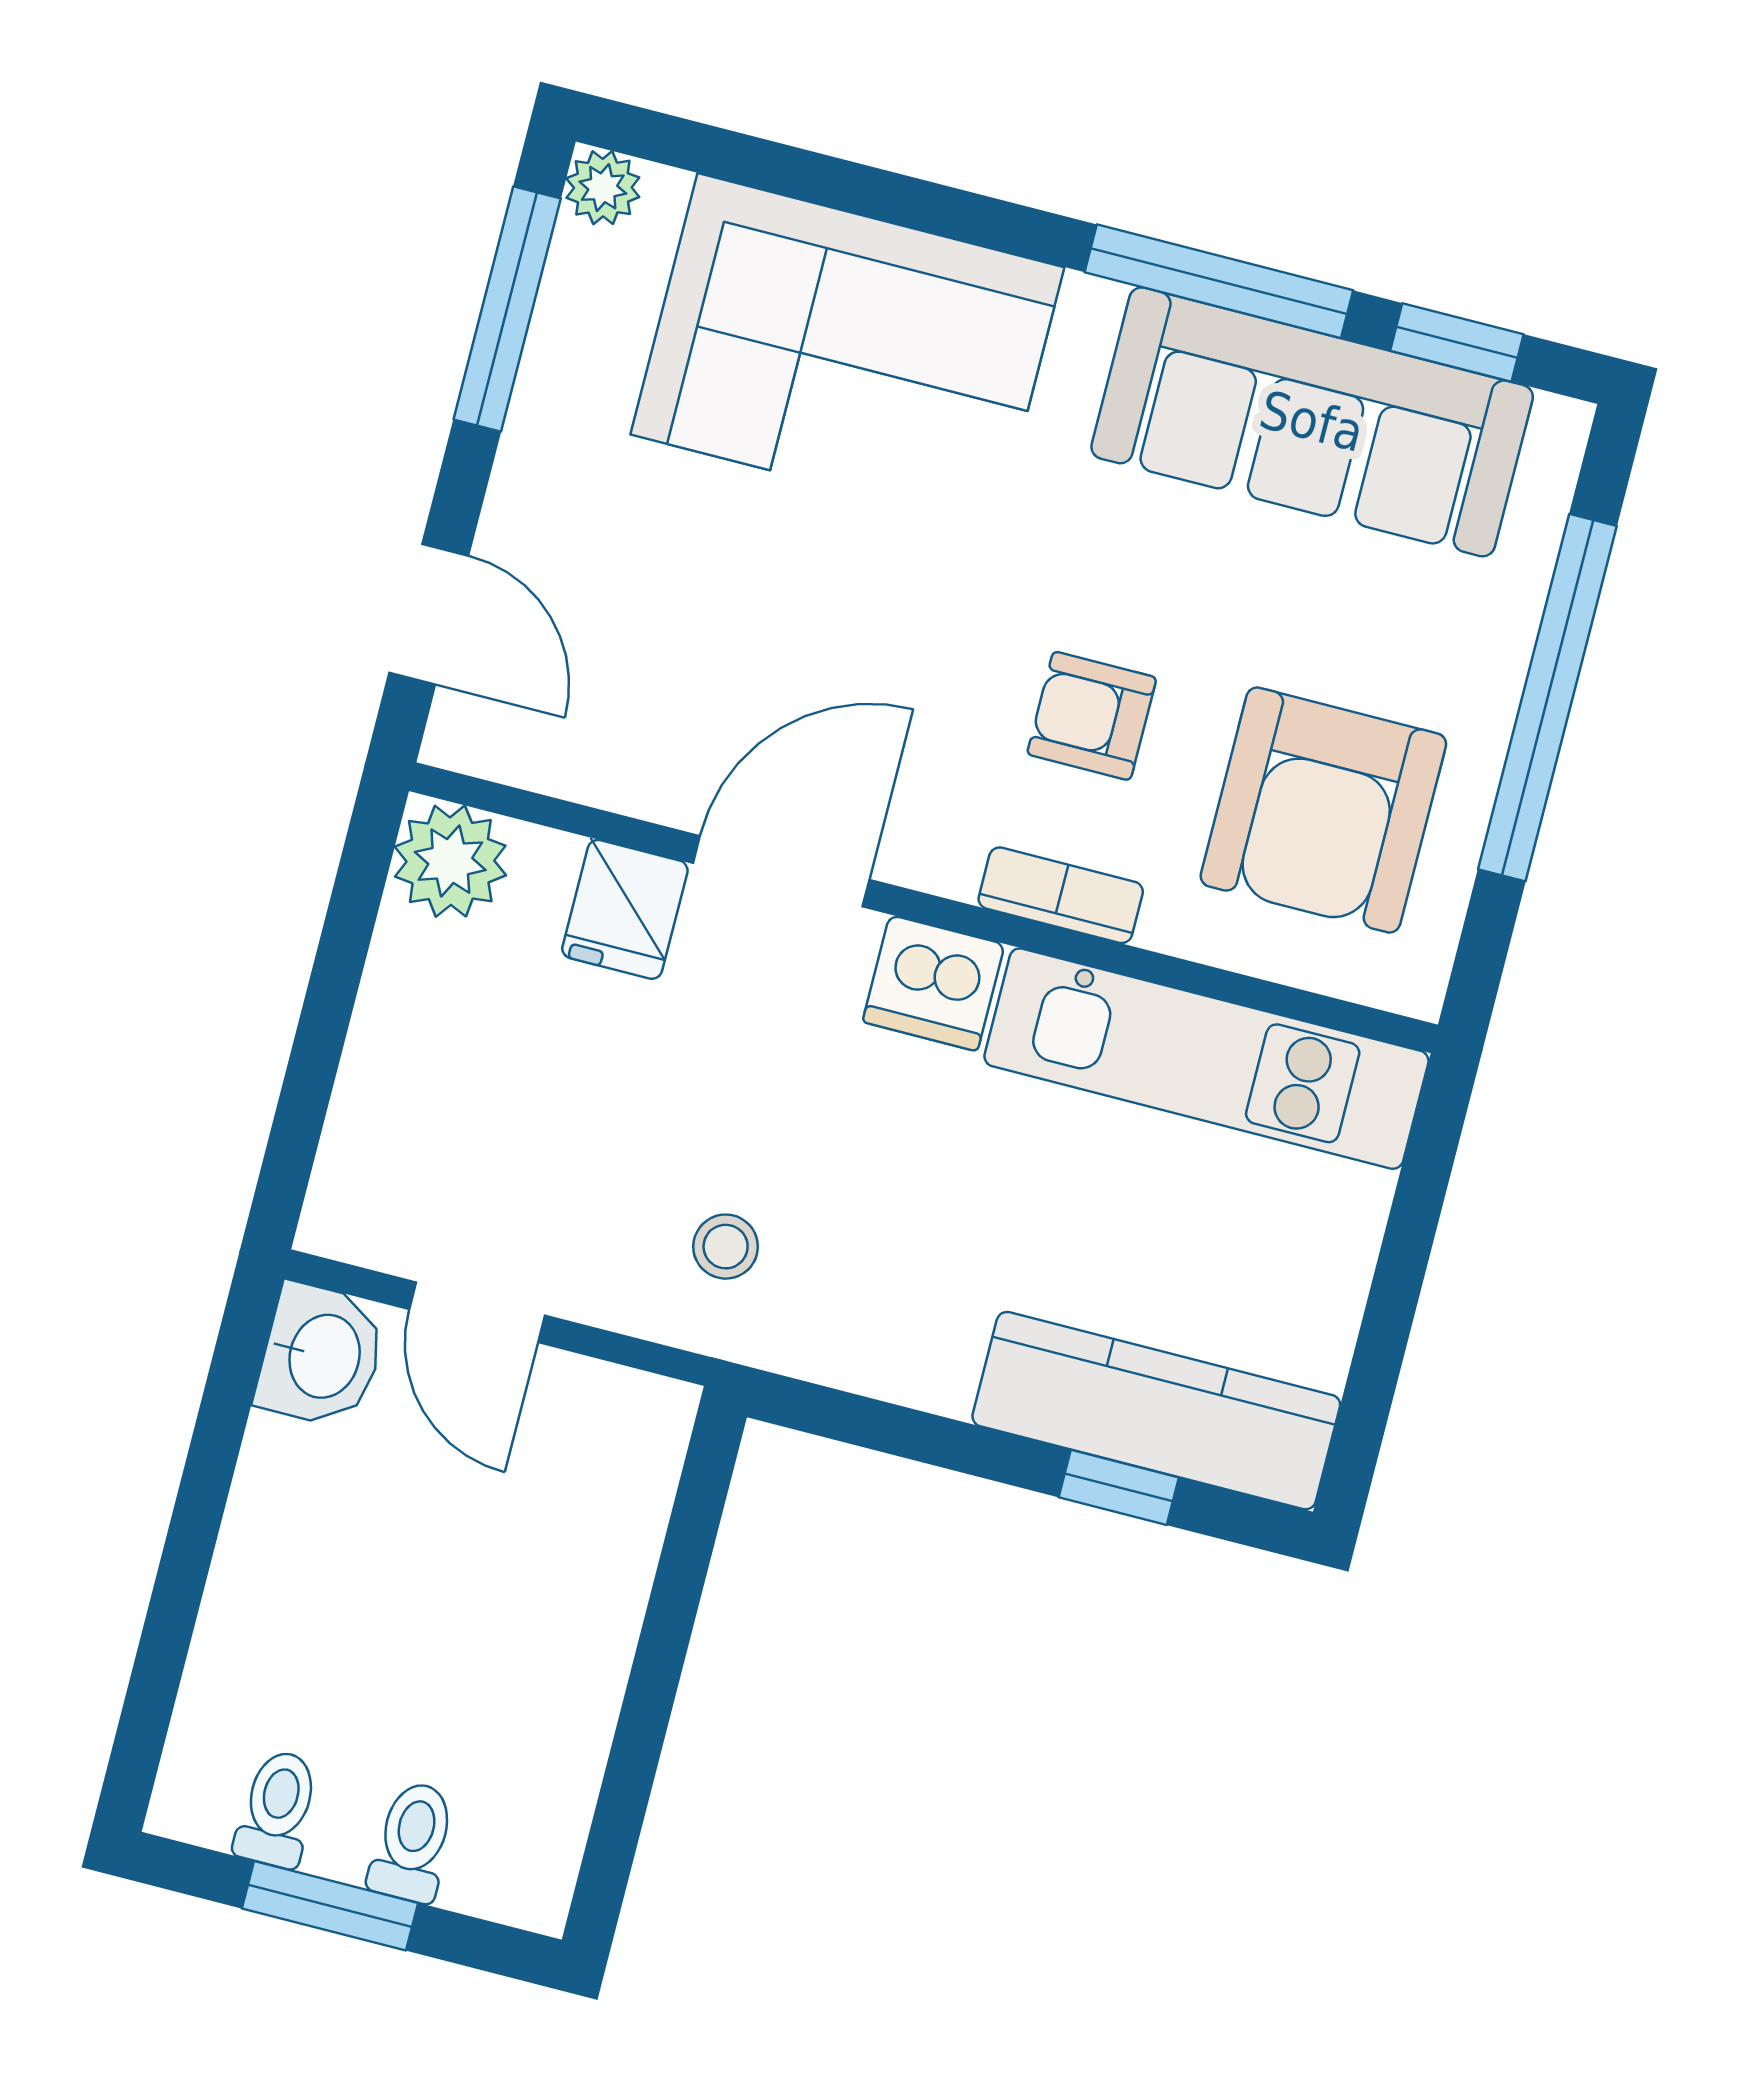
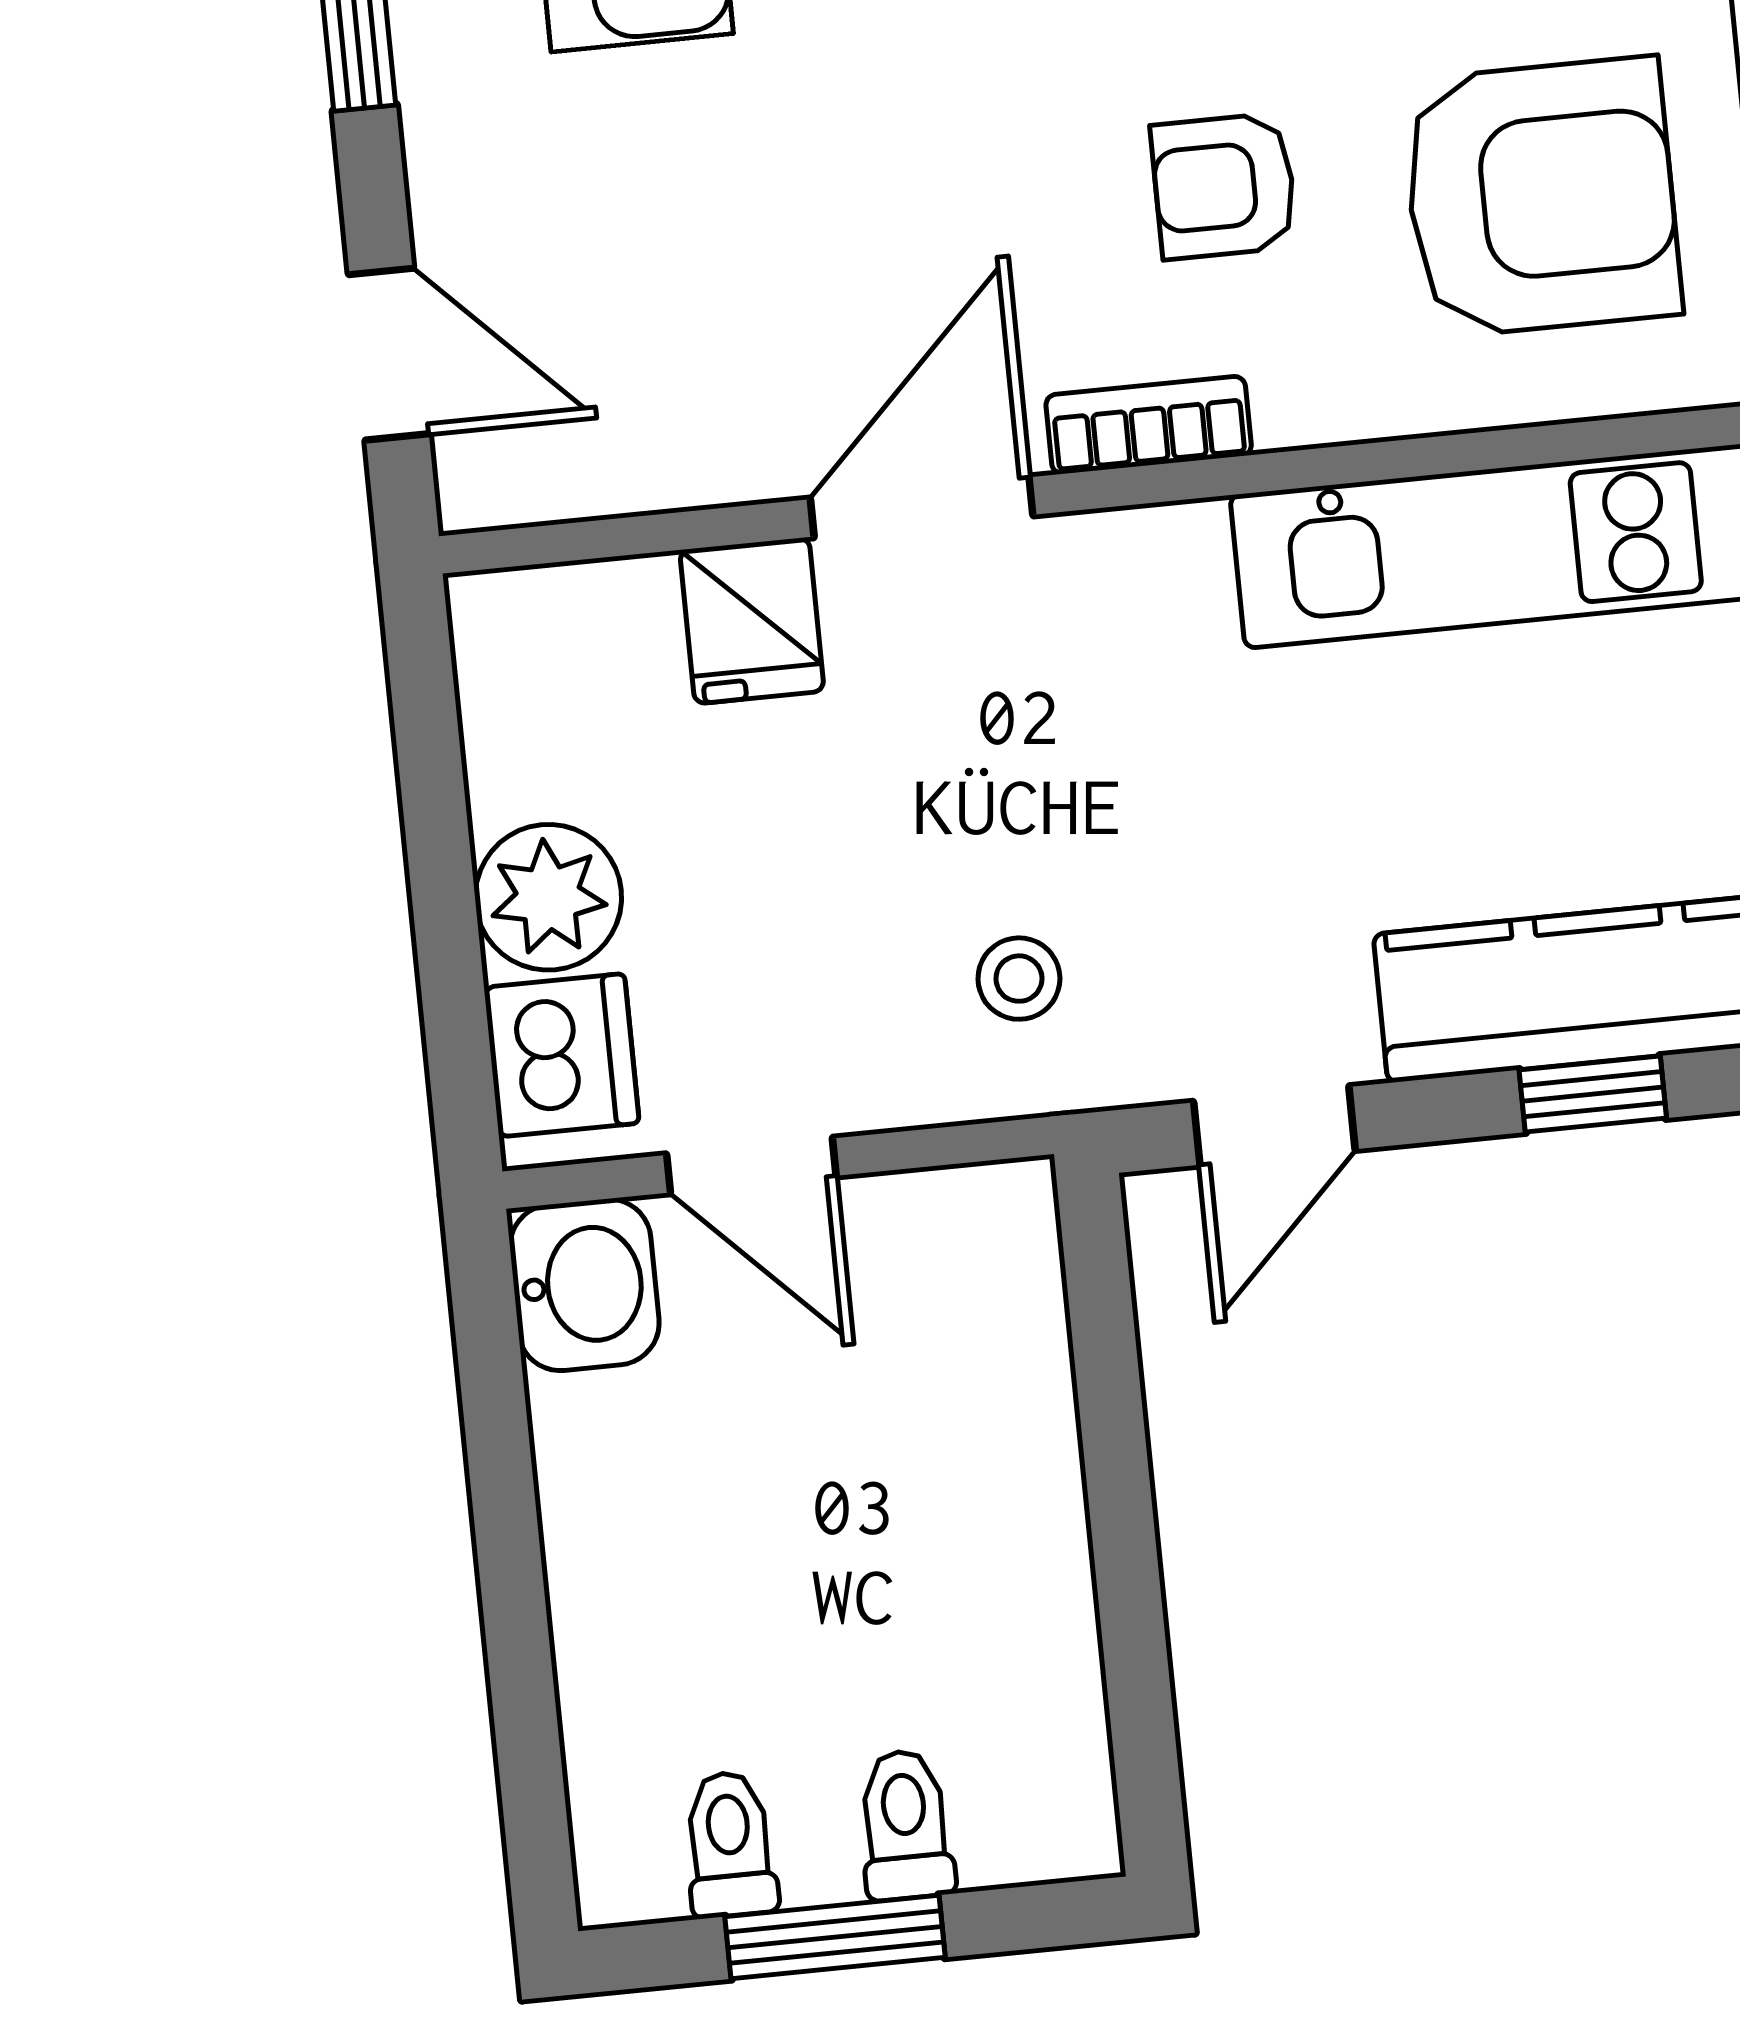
armchair: (1323, 810) -> (1541, 197), turned -90
plant: (450, 861) -> (548, 897), moved
bookcase: (1061, 895) -> (1149, 425), moved
dishwasher: (934, 983) -> (562, 1055), moved, turned -90
door: (875, 1425) -> (1274, 1126), added

